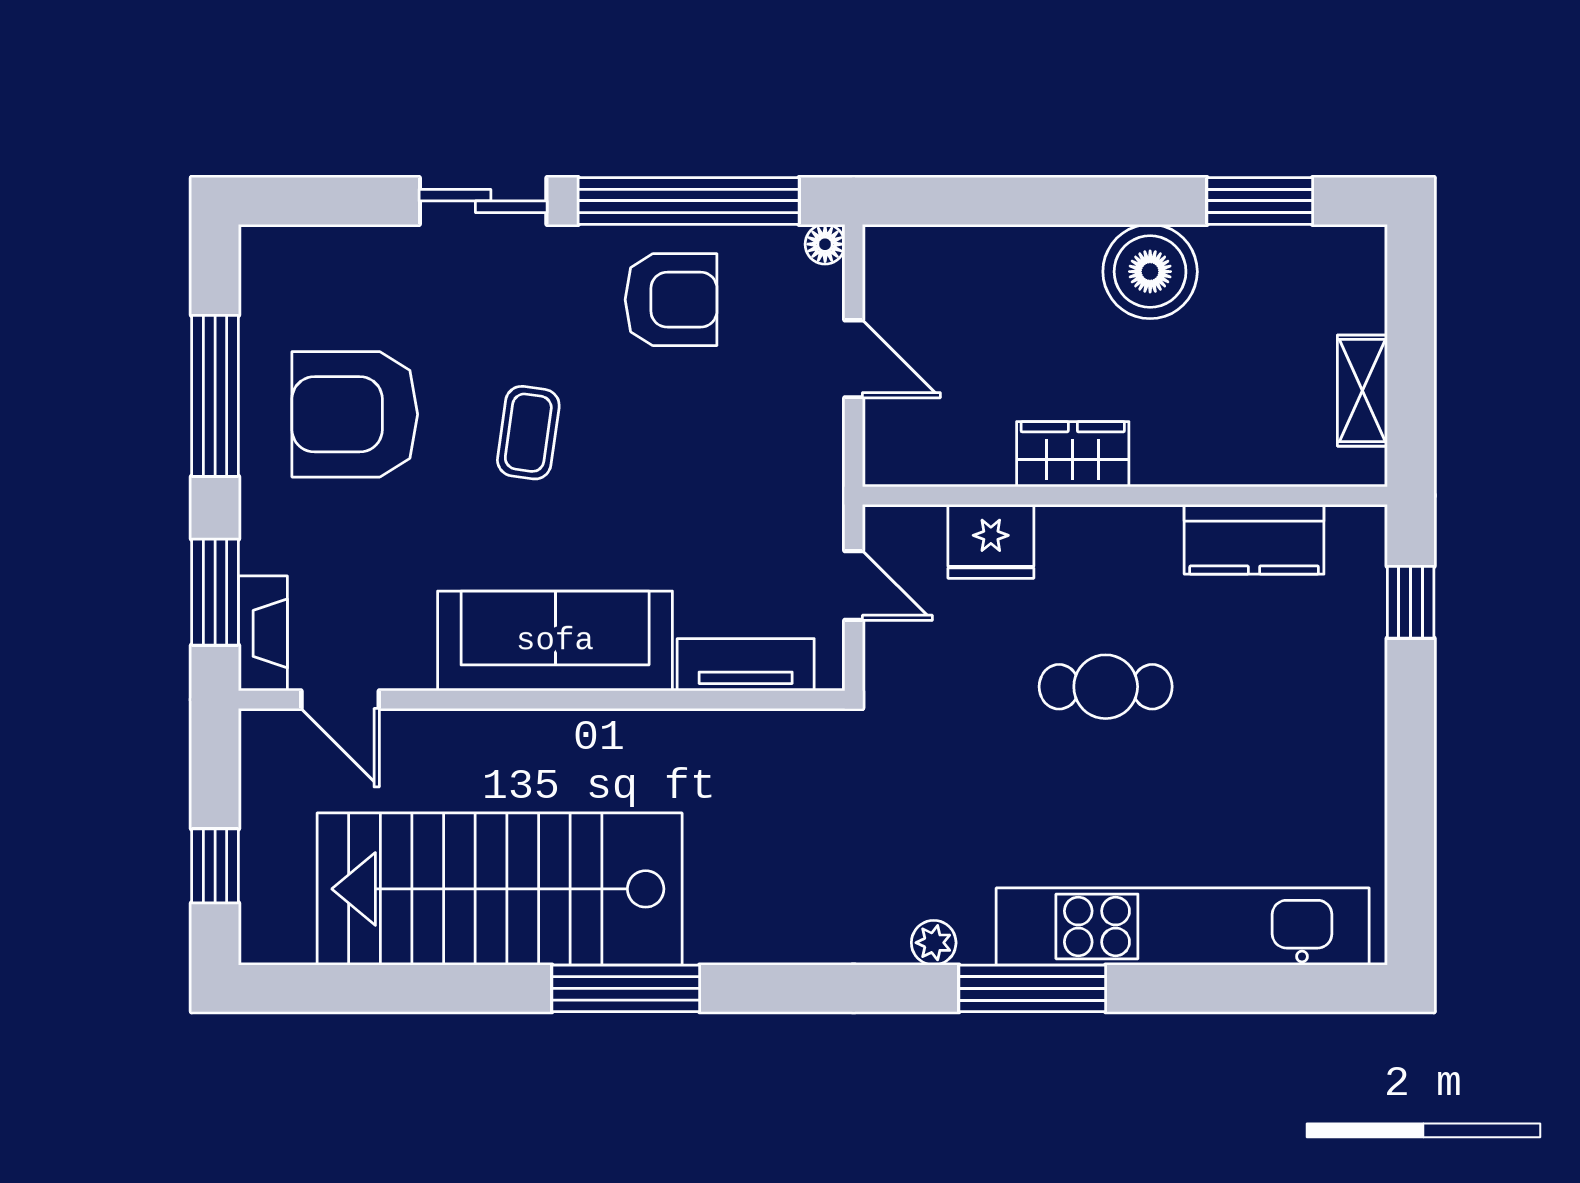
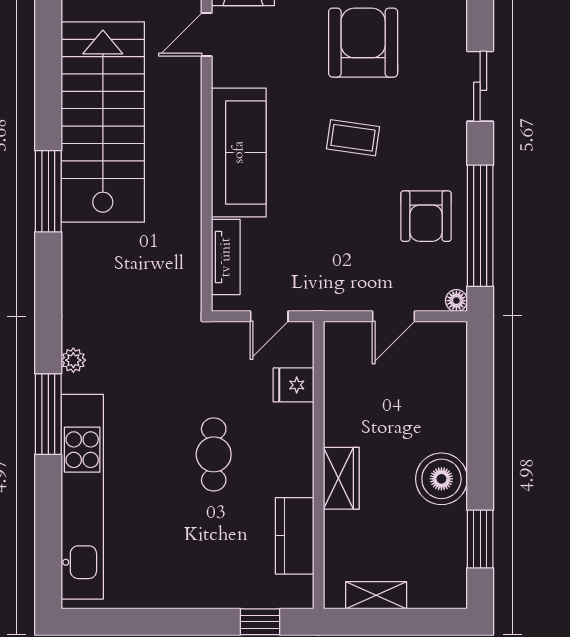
sliding door: (483, 201) -> (480, 86), moved
wardrobe: (1073, 454) -> (341, 478), moved
fridge: (991, 541) -> (293, 385), width x0.72

